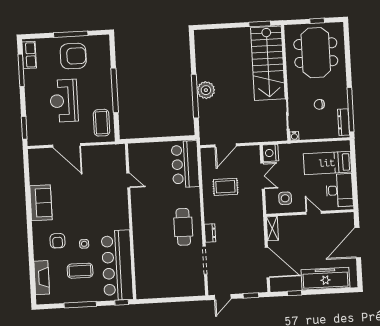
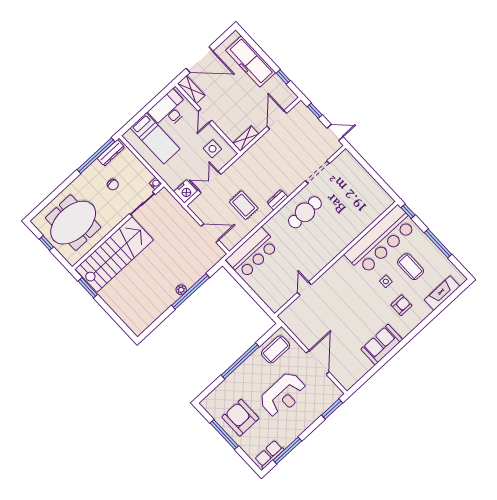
plant: (206, 90) -> (181, 290), width x0.53, depth x0.53
shelving: (341, 219) -> (191, 90), added
dresser: (210, 233) -> (277, 200), moved
door: (267, 262) -> (277, 120), width x0.73

